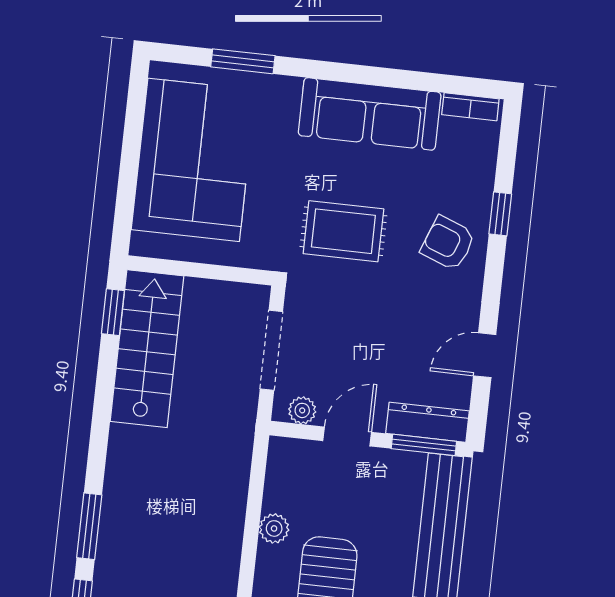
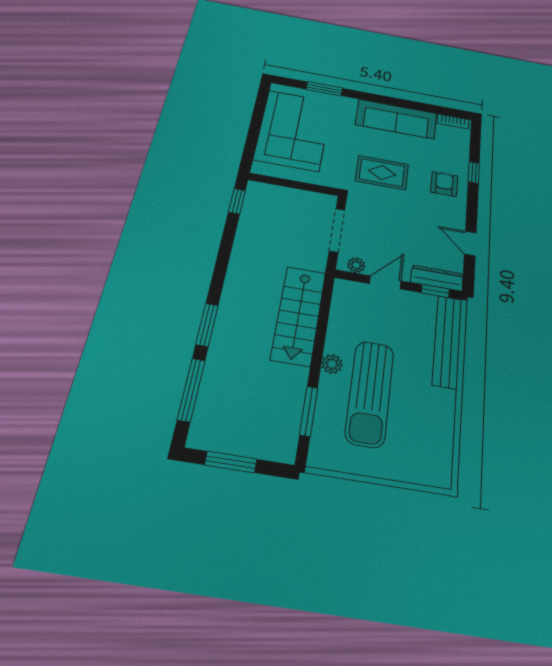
armchair: (448, 243) -> (444, 184), turned 69
stairs: (147, 349) -> (299, 315), moved, turned 180
door: (485, 355) -> (470, 244), hinge flipped
window: (424, 445) -> (435, 291), width x0.67
plant: (274, 528) -> (332, 364), moved

